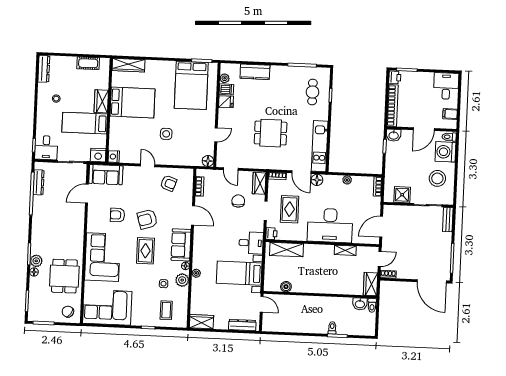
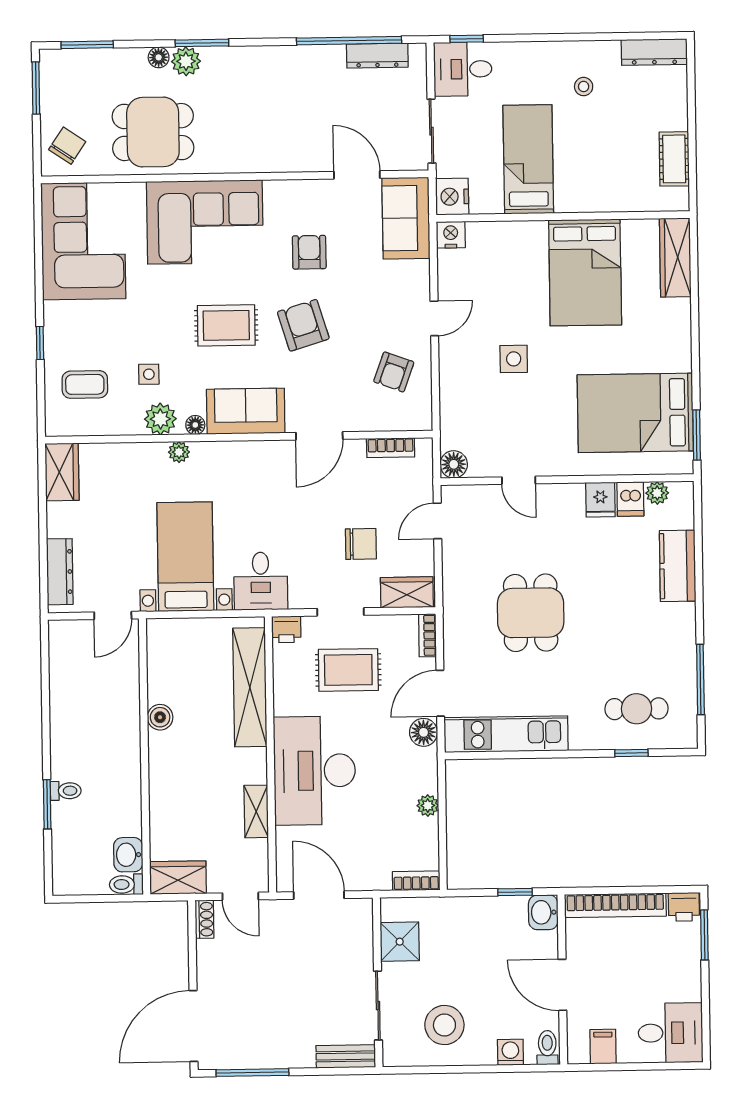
wardrobe: (101, 101) -> (584, 197), removed
washing machine: (445, 152) -> (510, 1052), width x0.53, depth x0.53
shelving: (287, 250) -> (250, 687), width x1.47
boiler: (286, 287) -> (160, 717), moved

